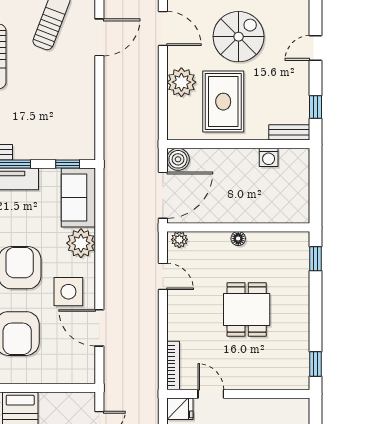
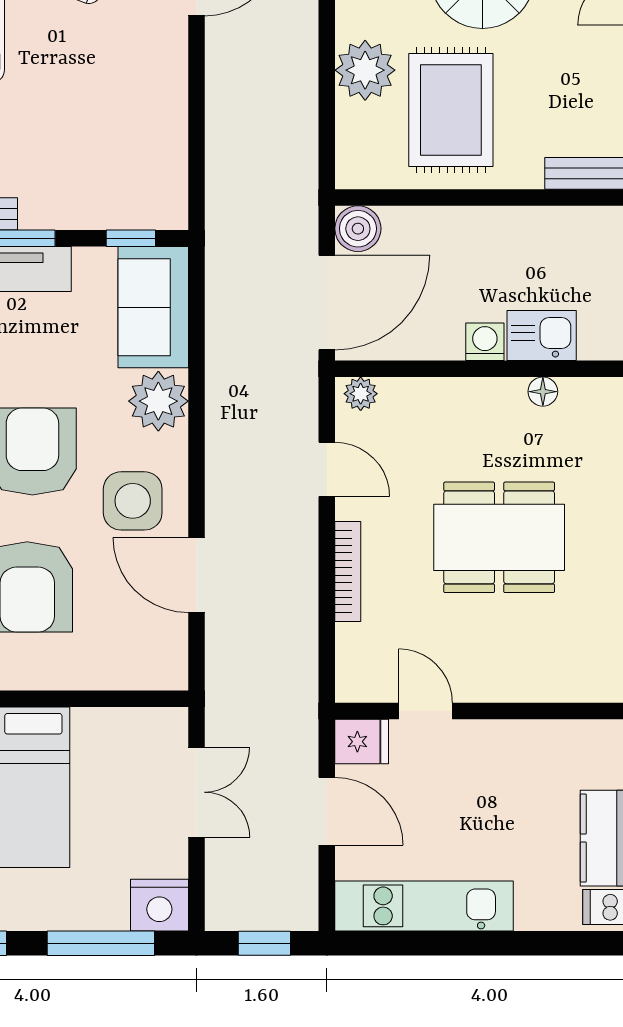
washing machine: (269, 157) -> (485, 342), moved, turned 180
kitchen sink: (267, 211) -> (542, 335), added
floor lamp: (238, 239) -> (543, 392), moved
dining table: (247, 309) -> (499, 537), width x1.38
bookcase: (173, 366) -> (348, 571), moved

